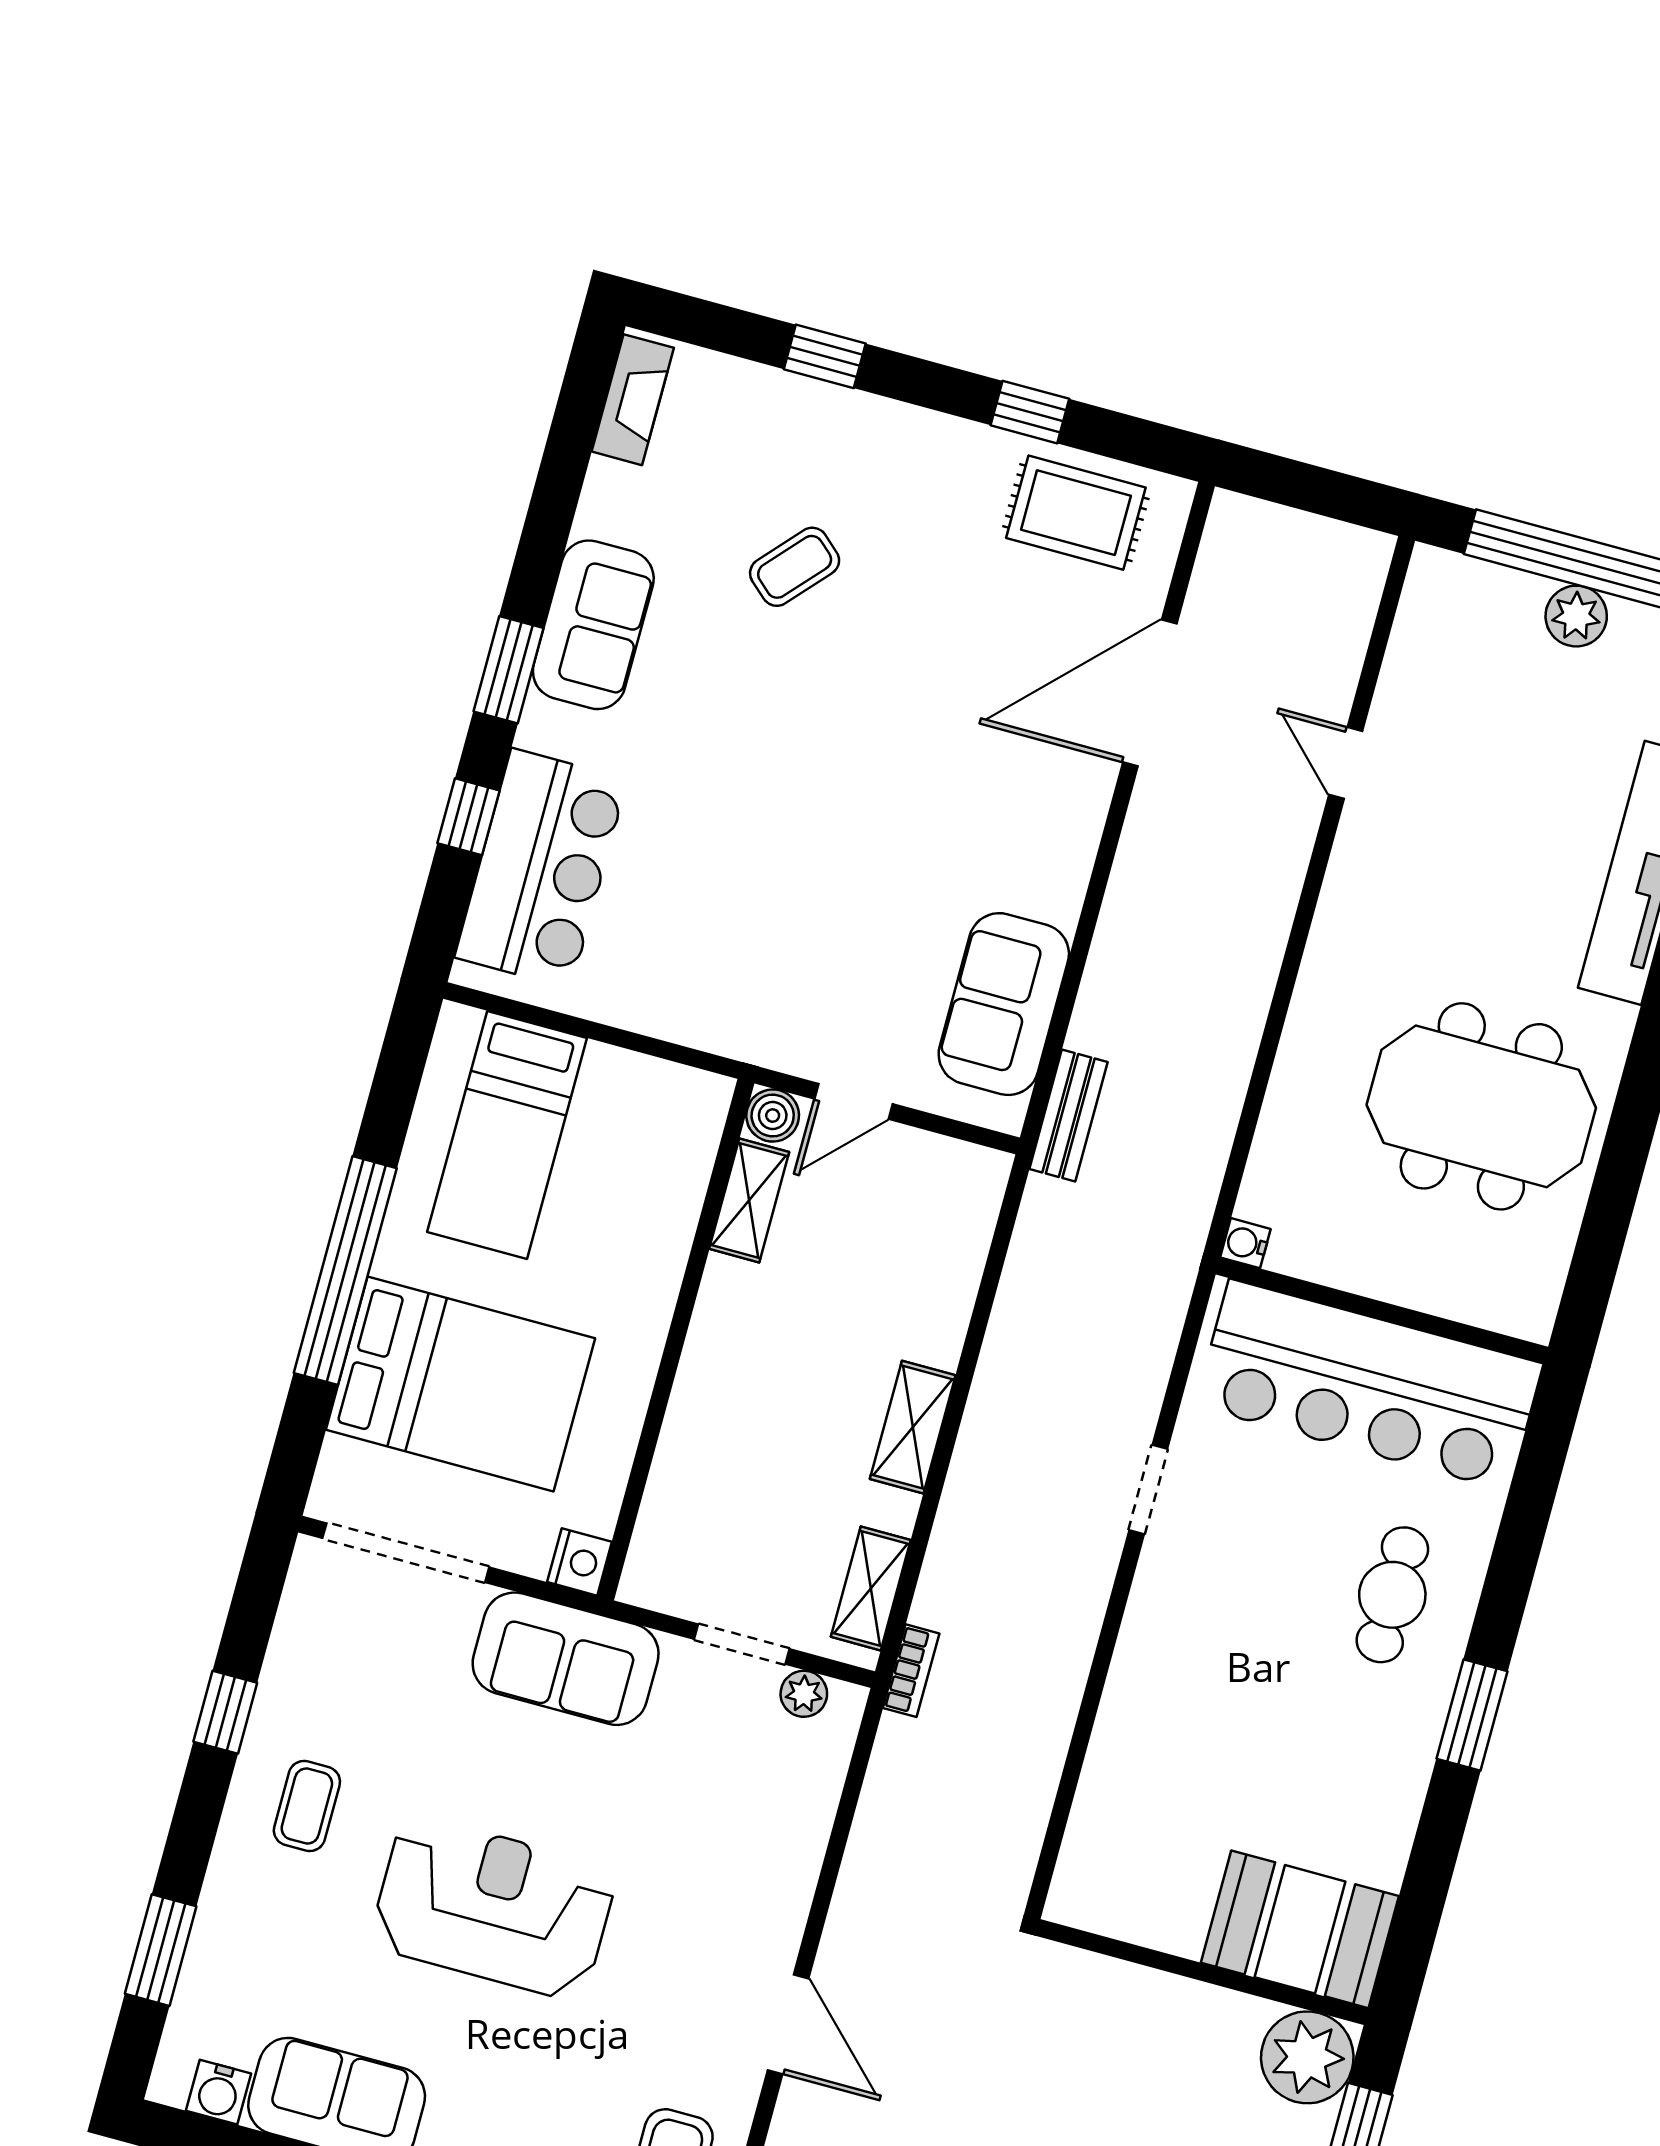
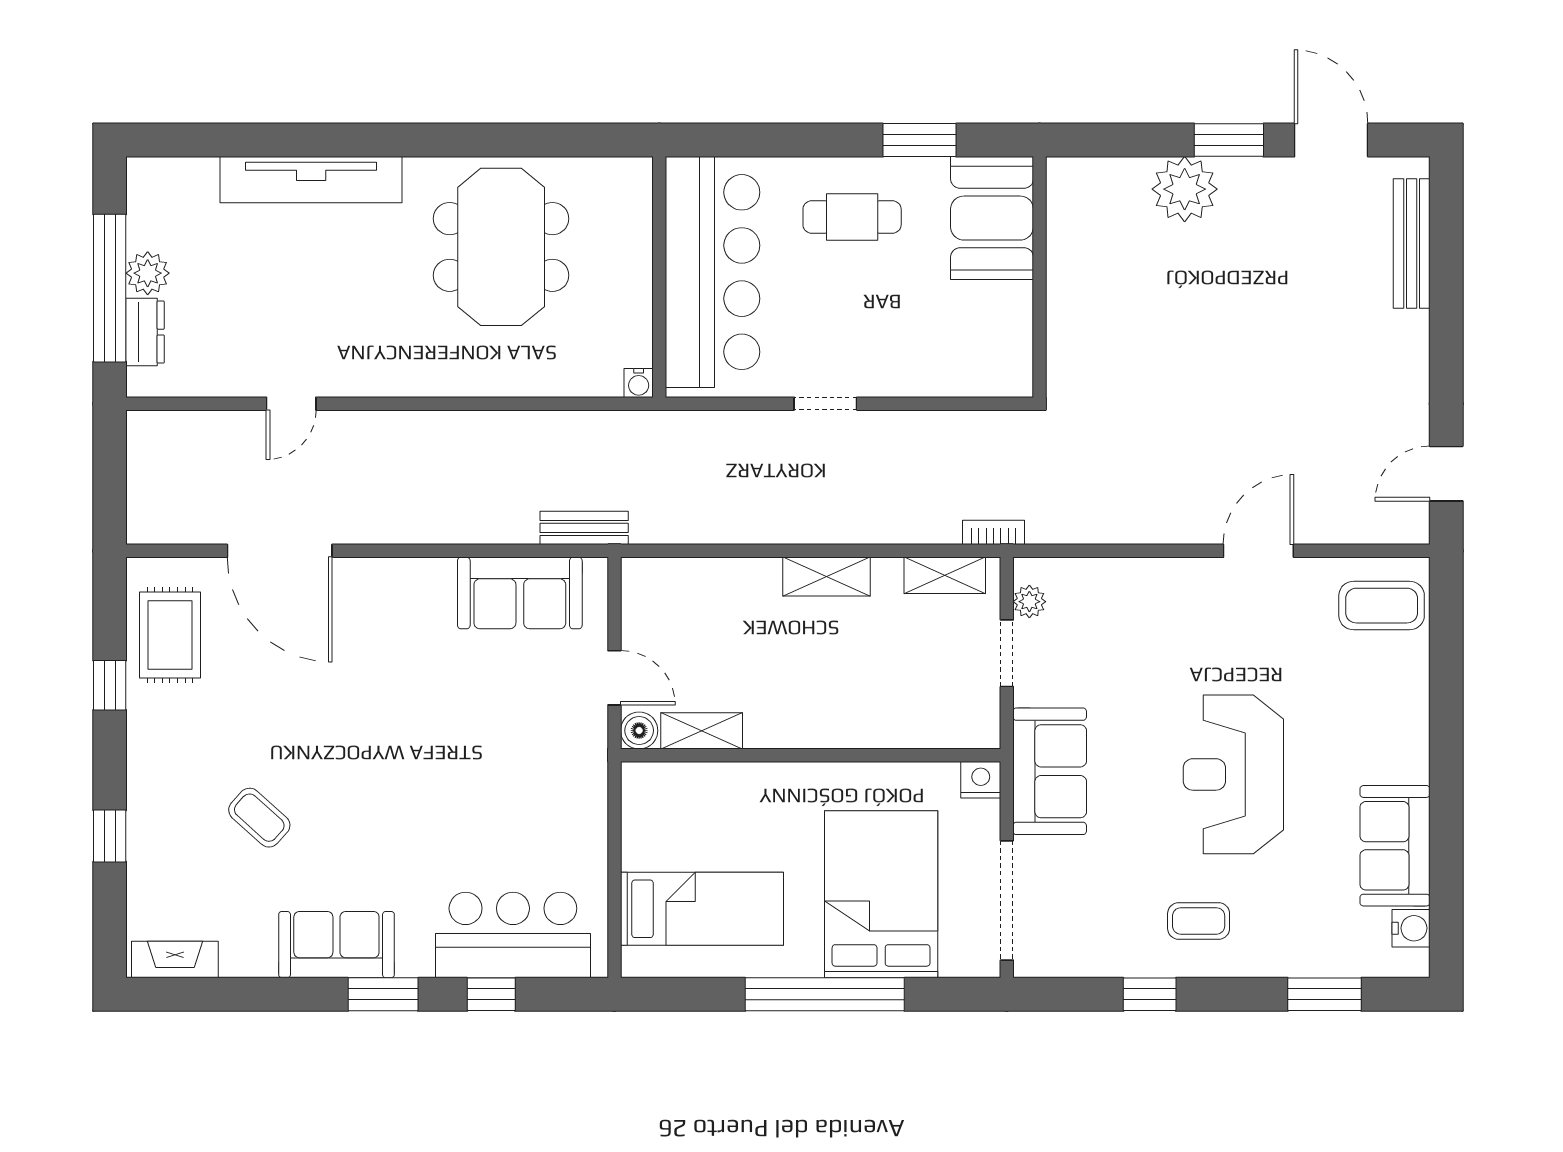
dresser: (1497, 591) -> (145, 332), added
booth: (1300, 1929) -> (992, 218), moved
wall: (1202, 1972) -> (1039, 277), moved

